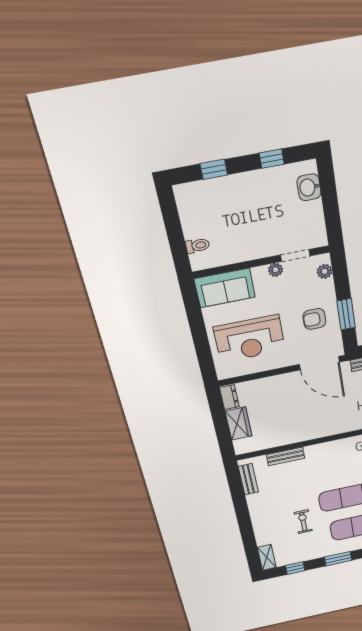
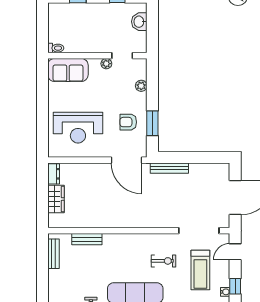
doorway: (295, 255) -> (122, 56), moved
wall: (261, 262) -> (97, 56), moved
plant: (276, 270) -> (106, 64), moved
sofa: (225, 288) -> (68, 70), moved

